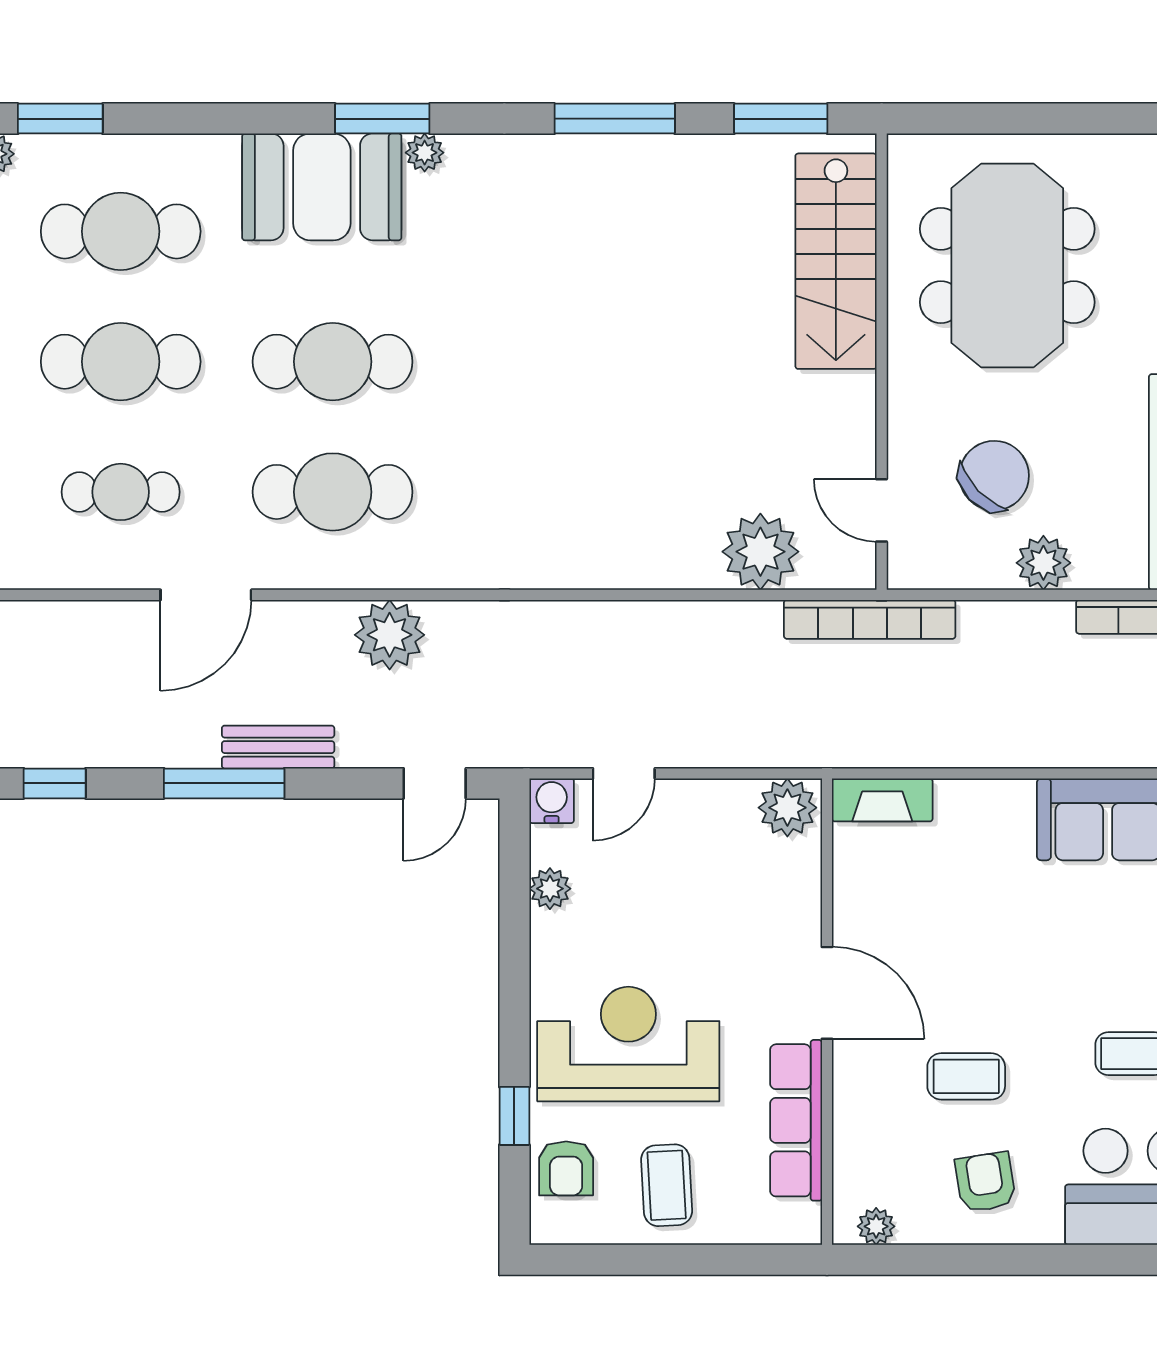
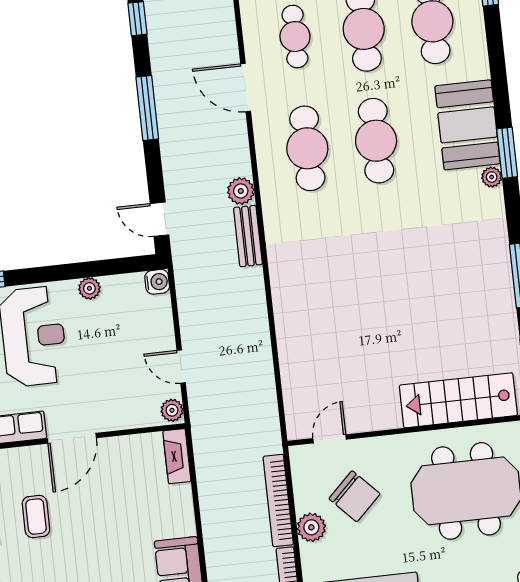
plant: (760, 552) -> (301, 377), removed
bookcase: (870, 619) -> (278, 500), moved
plant: (390, 635) -> (241, 191), width x0.73, depth x0.73
bench: (278, 747) -> (248, 236), moved
door: (624, 774) -> (181, 367), moved
plant: (787, 808) -> (172, 410), width x0.73, depth x0.73
plant: (550, 889) -> (89, 288), moved

